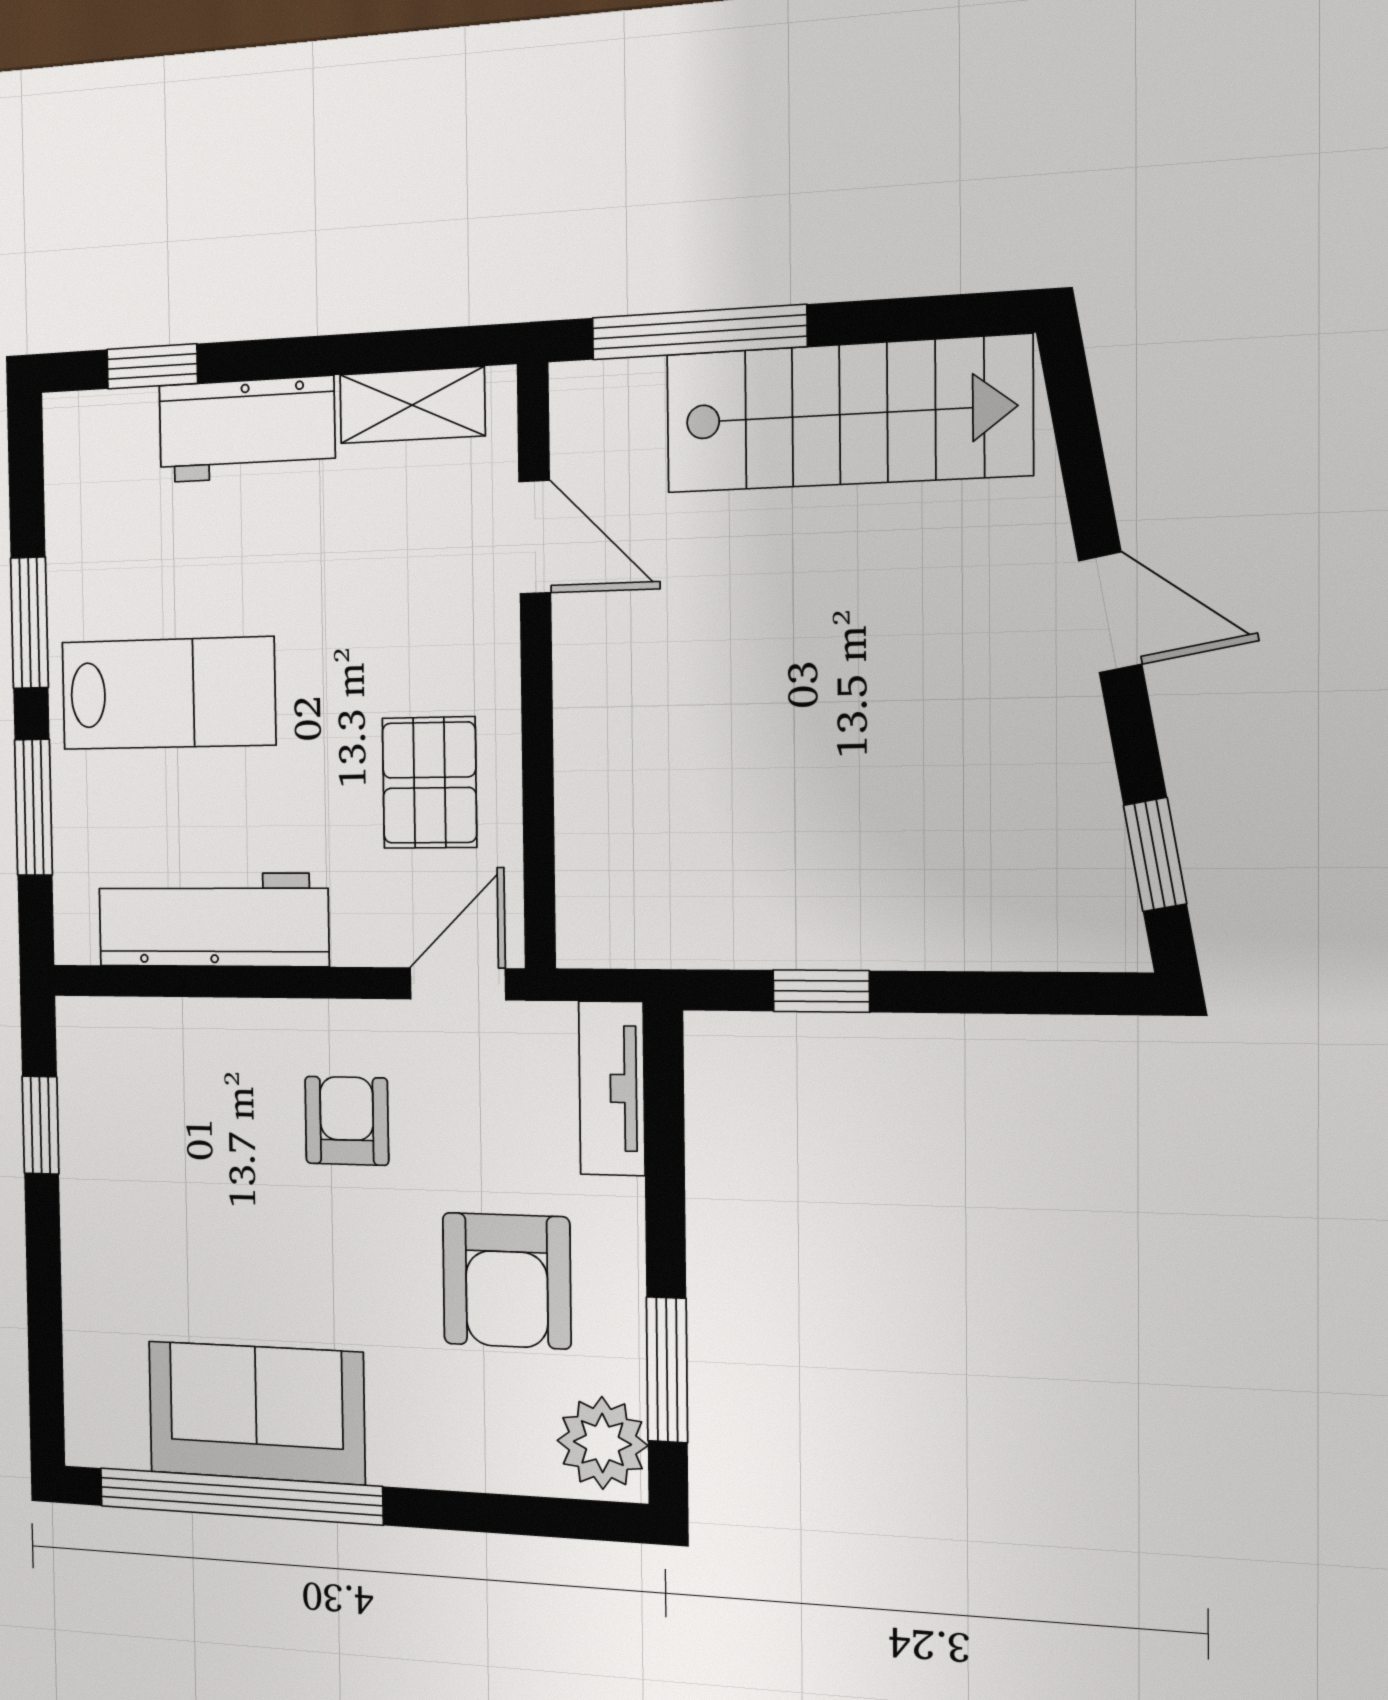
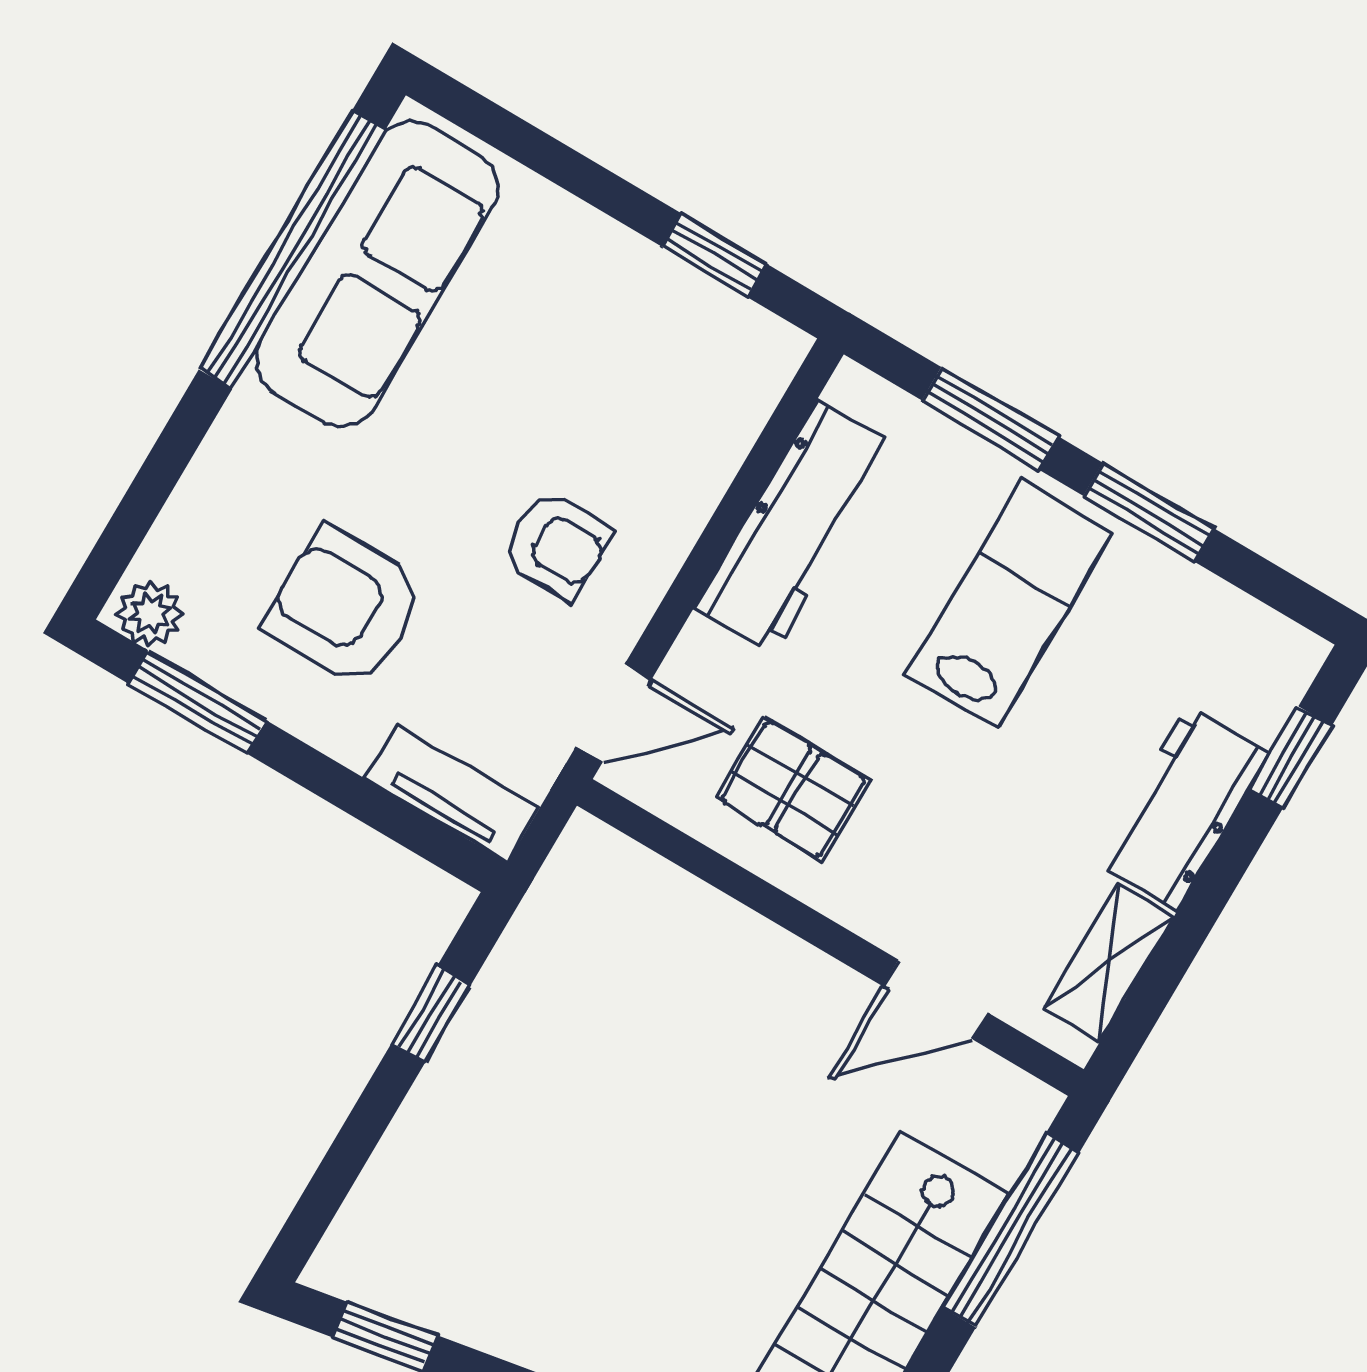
lab bench: (168, 693) -> (1010, 603), turned 180
door: (458, 984) -> (614, 713), hinge flipped
sofa: (256, 1413) -> (377, 274), width x1.36
plant: (602, 1443) -> (150, 614), width x0.73, depth x0.73

